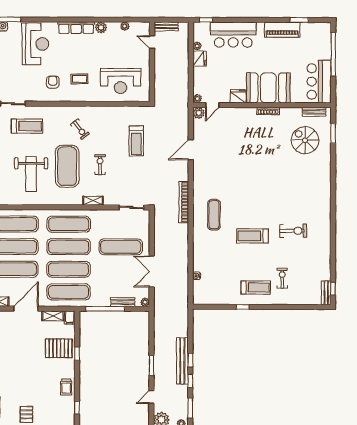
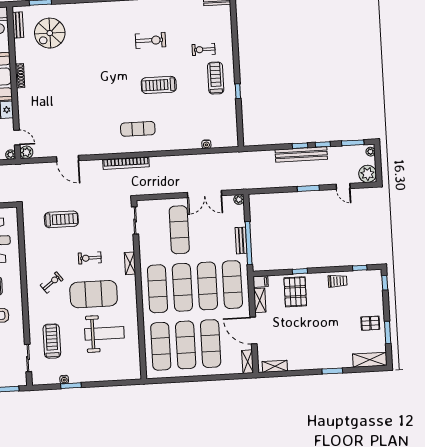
exercise bike: (293, 231) -> (151, 40), turned 91
treadmill: (253, 236) -> (159, 85), turned 90
bench: (123, 302) -> (241, 240), moved

